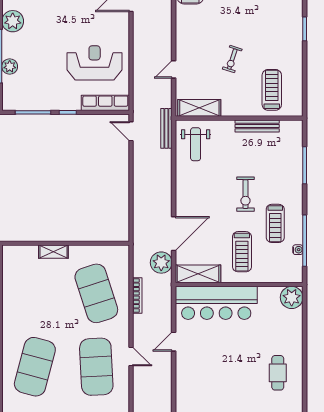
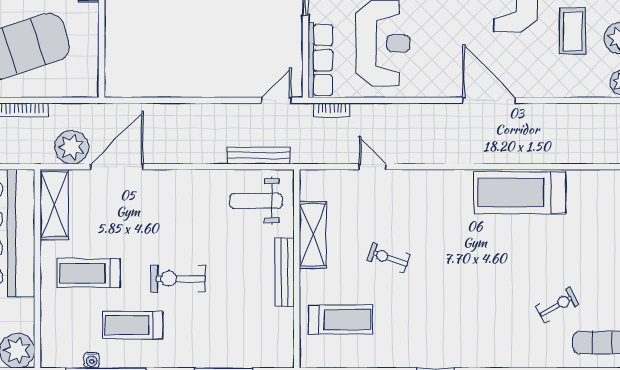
bookcase: (137, 96) -> (332, 110), added
shelving: (199, 108) -> (313, 235), moved
bench: (257, 126) -> (284, 272), moved
bench: (166, 128) -> (258, 155), moved
door: (174, 234) -> (117, 167), swing flipped

